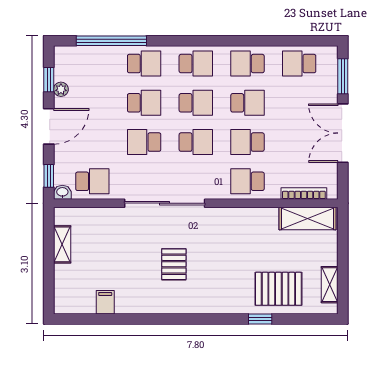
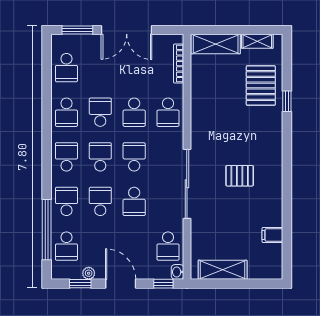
school desk: (92, 64) -> (66, 246), added
school desk: (92, 181) -> (168, 246), turned 180
shelving: (307, 218) -> (216, 44), moved, turned 90
shelving: (62, 244) -> (223, 270), width x1.50, depth x1.33

